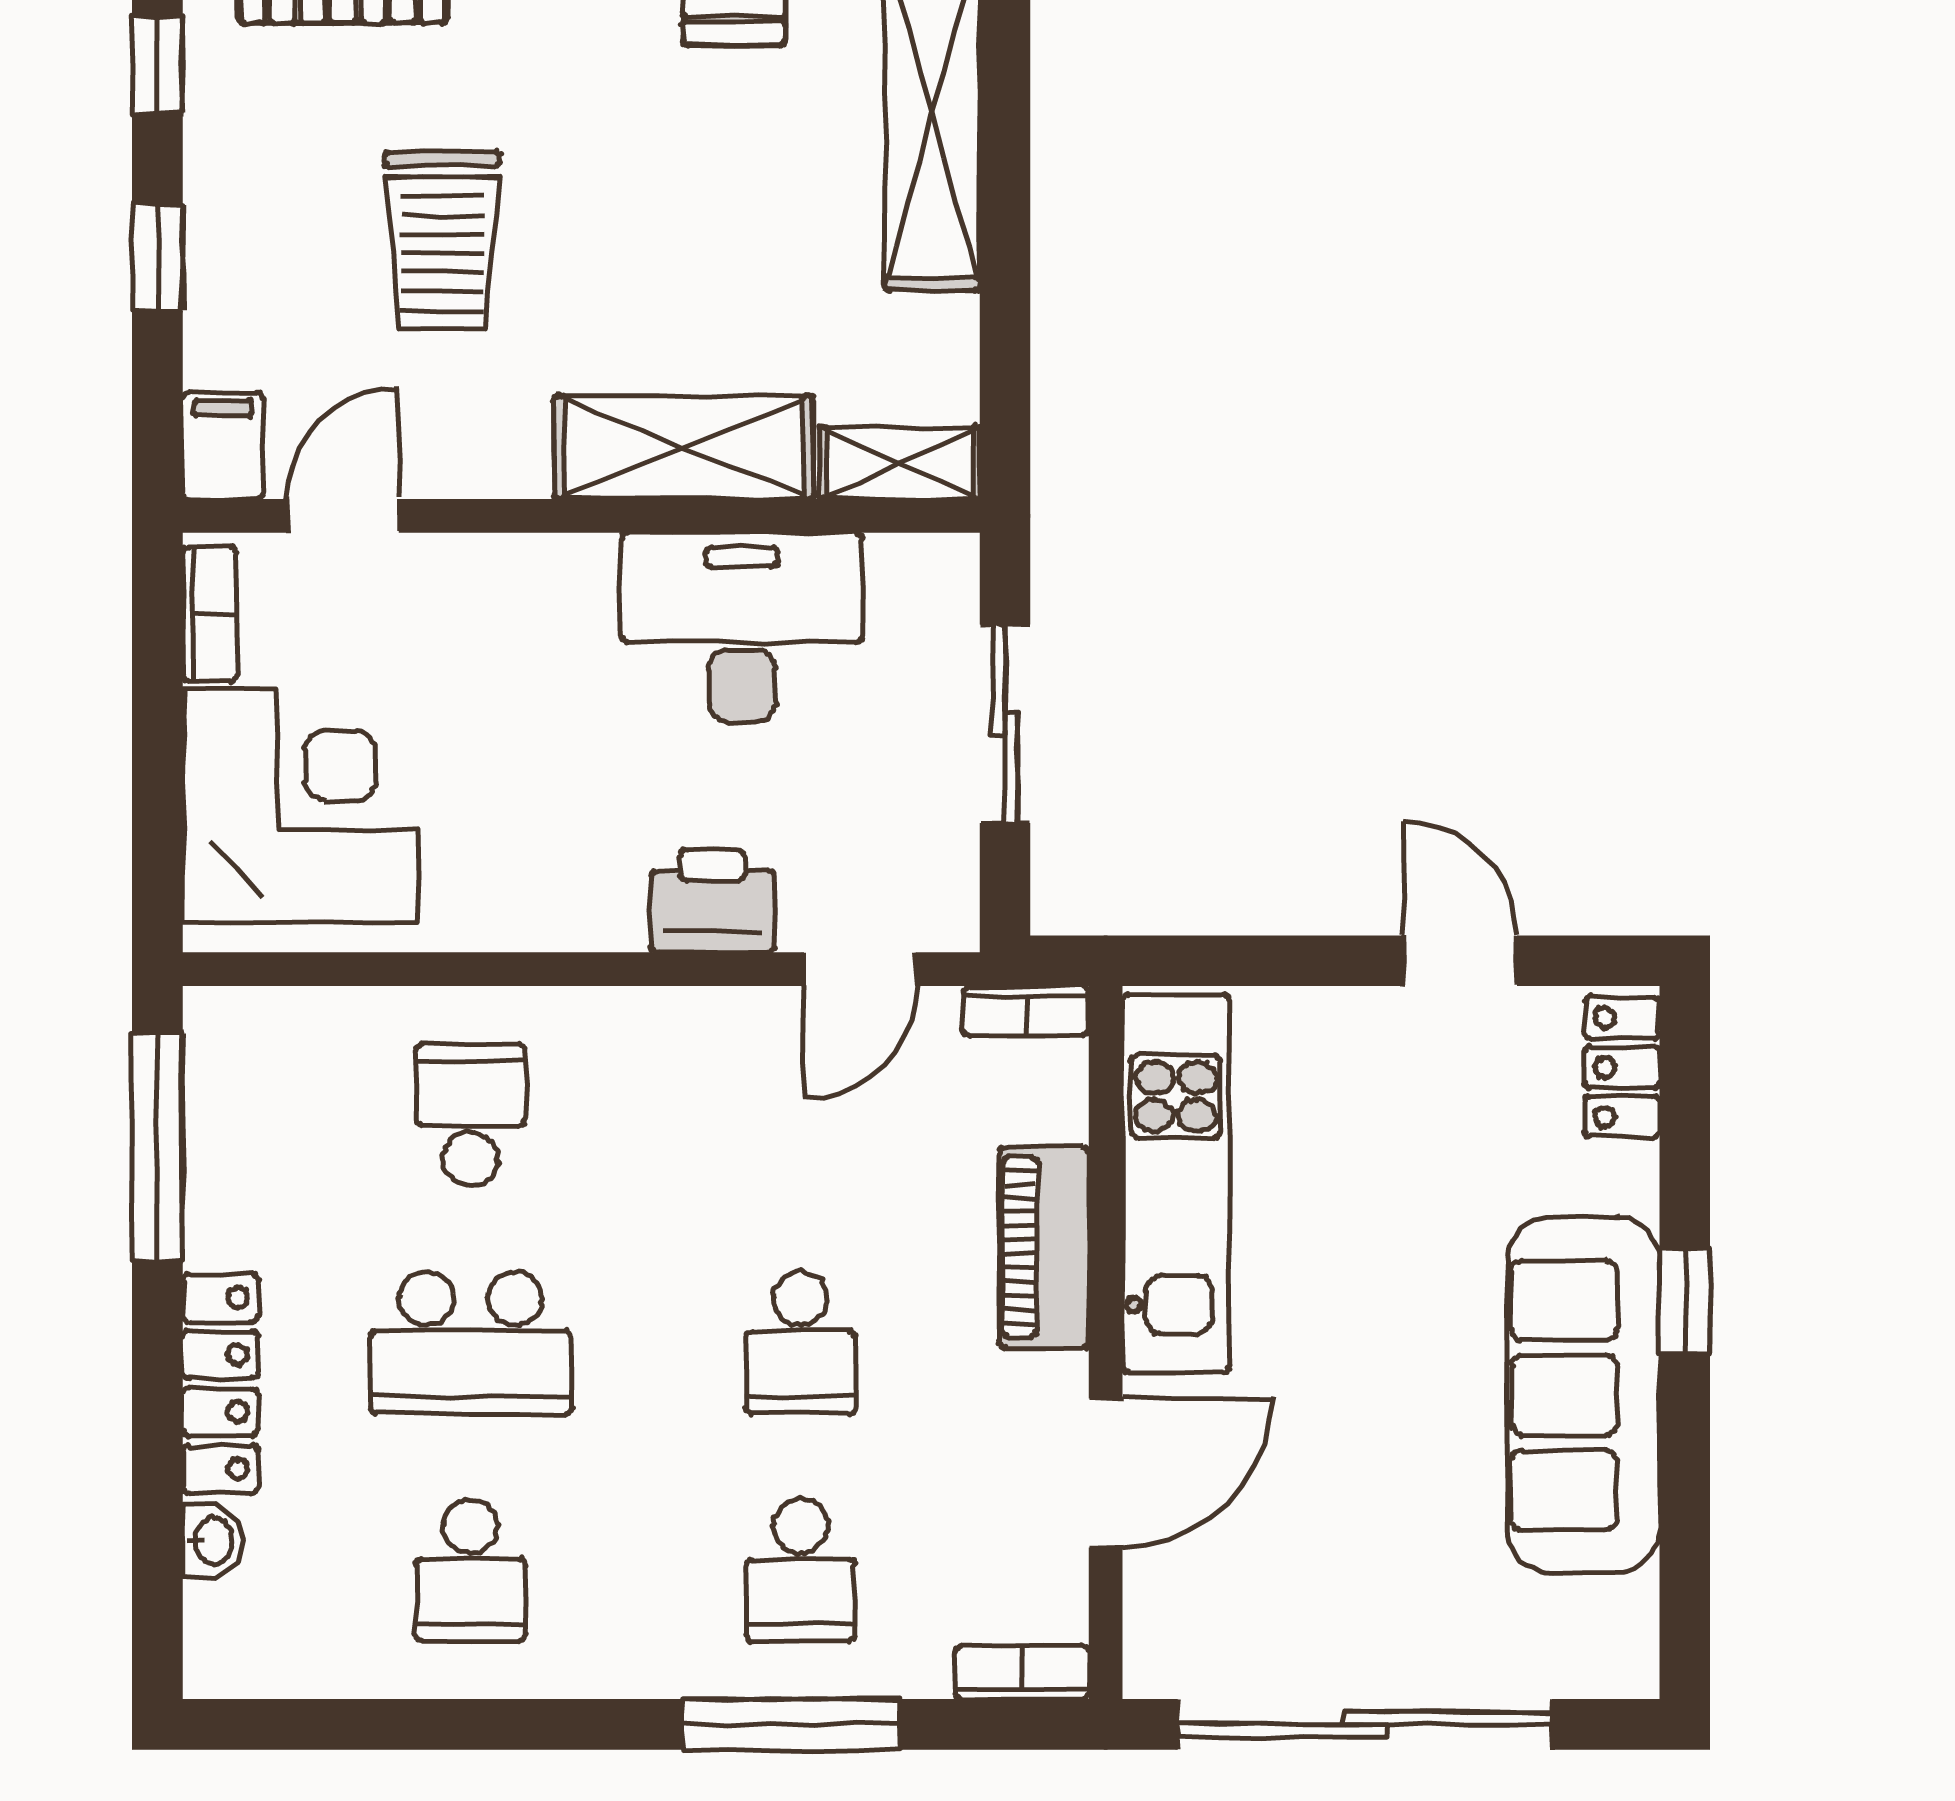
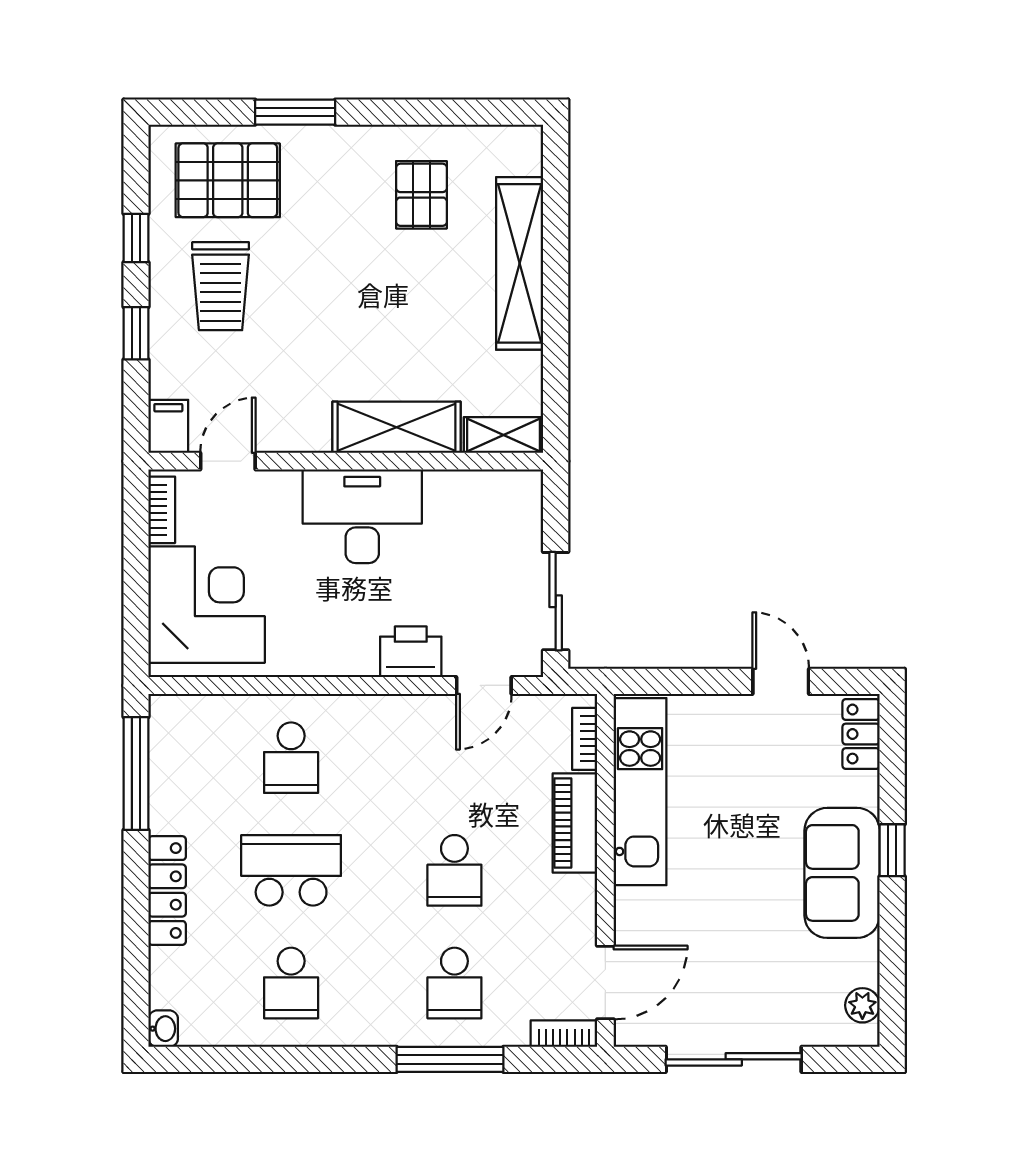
trolley: (442, 241) -> (221, 286), moved
desk: (742, 627) -> (362, 516), moved
sliding door: (1005, 724) -> (556, 601), moved
bookcase: (1026, 1011) -> (585, 739), moved, turned 90
school desk: (471, 1115) -> (291, 758), turned 180
school desk: (471, 1343) -> (291, 870), turned 180
sofa: (1584, 1395) -> (842, 873), width x0.73
door: (1106, 1473) -> (605, 983), moved
washbasin: (212, 1541) -> (163, 1029), moved
plant: (1625, 1615) -> (862, 1005), added
sliding door: (1365, 1724) -> (734, 1059), width x0.73

